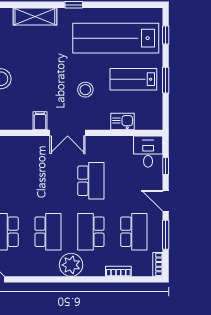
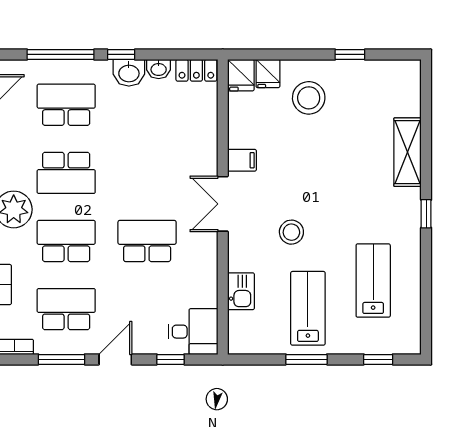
lab bench: (116, 38) -> (373, 281), width x0.54, depth x0.72
school desk: (91, 181) -> (147, 241), turned 180
school desk: (134, 232) -> (66, 309), turned 180

